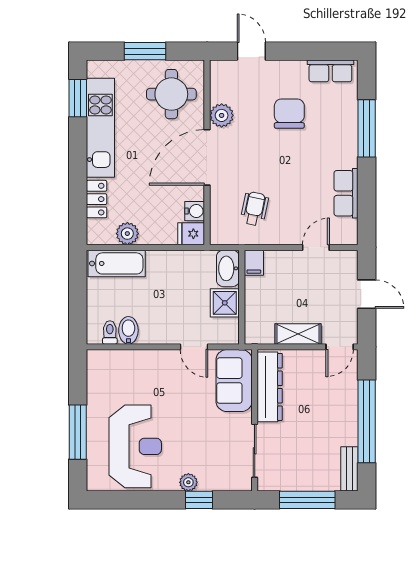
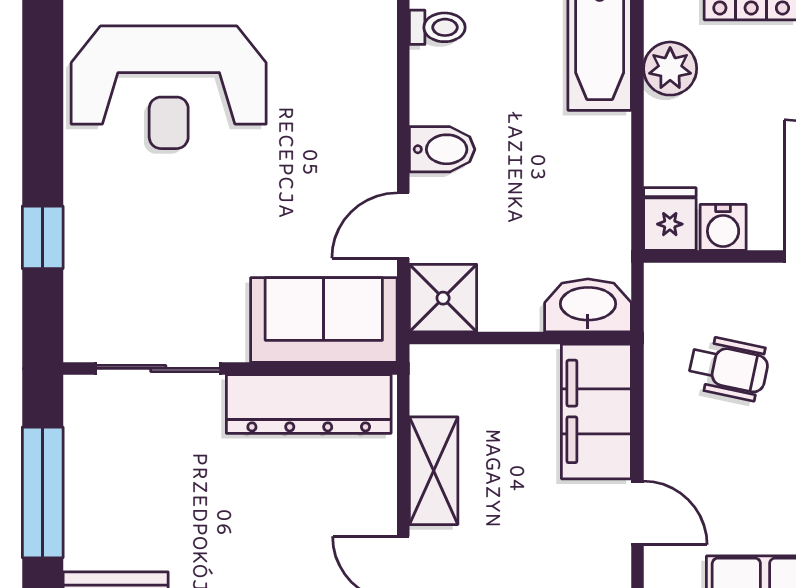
filing cabinet: (254, 263) -> (596, 411), width x3.00, depth x1.17
shower: (225, 303) -> (443, 298), moved
bidet: (128, 330) -> (442, 149), moved
plant: (188, 482) -> (84, 212), removed

